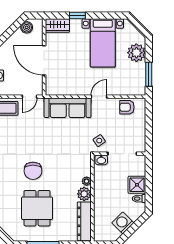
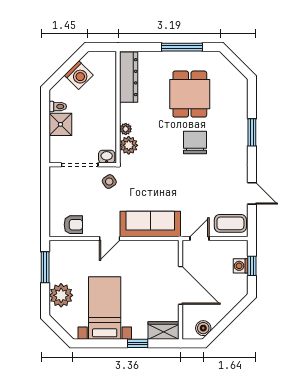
plant: (84, 194) -> (129, 145), moved

